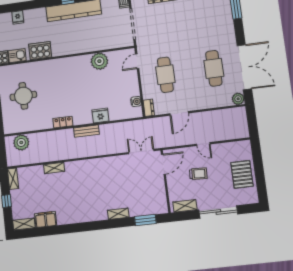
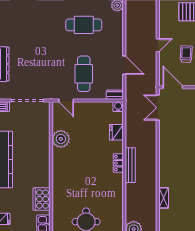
cafe table: (165, 75) -> (84, 74), turned 90
water cooler: (136, 101) -> (118, 107), moved
fridge: (100, 115) -> (116, 132), moved
locker: (63, 122) -> (118, 163), moved
bench: (86, 131) -> (130, 165), width x1.36

